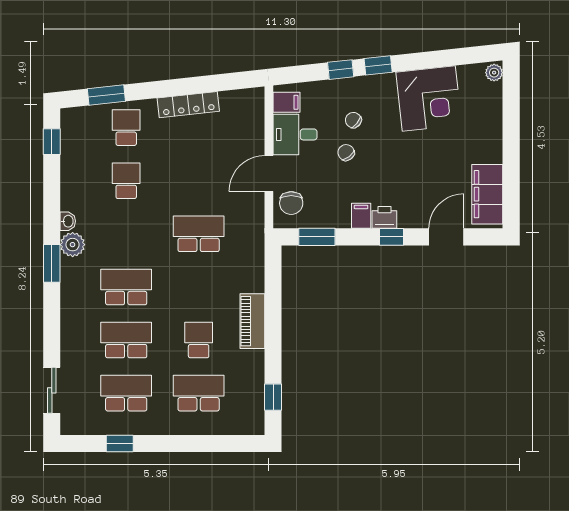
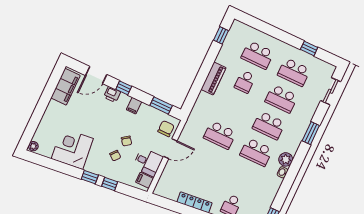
school desk: (126, 181) -> (256, 152), moved, width x1.85
printer: (384, 217) -> (112, 94), moved
window: (52, 263) -> (311, 133), moved

